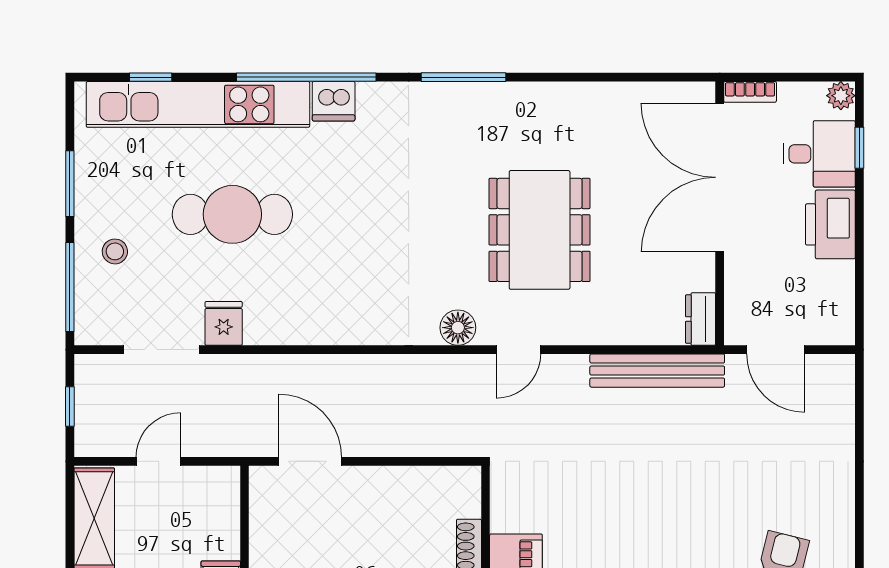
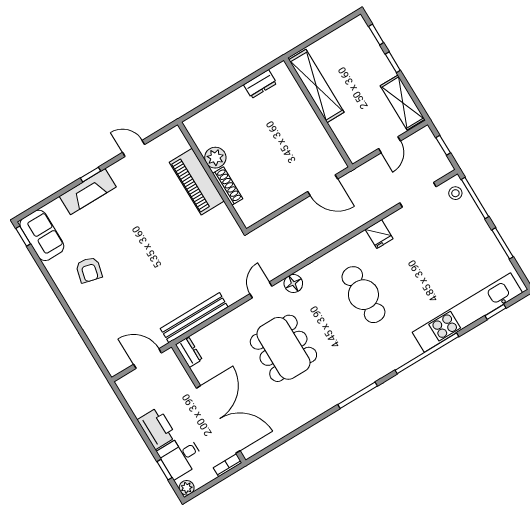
dishwasher: (334, 101) -> (408, 350), removed
cafe table: (232, 214) -> (363, 295), moved, turned 90
stool: (115, 251) -> (455, 193), moved
fridge: (224, 323) -> (379, 234), moved

